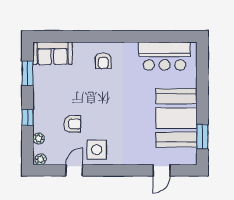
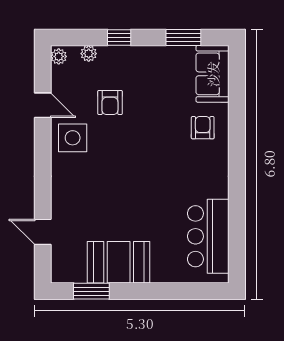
armchair: (103, 61) -> (203, 128), moved, turned 90
booth: (176, 118) -> (119, 262), width x0.73, depth x0.70

